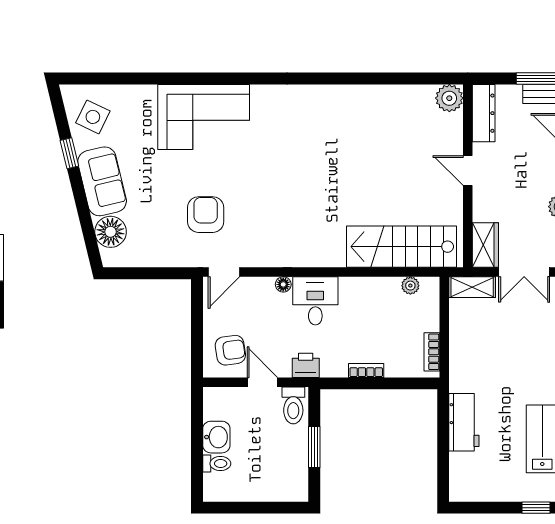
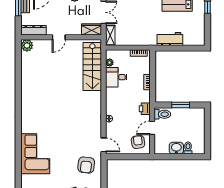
armchair: (206, 215) -> (86, 165), moved, turned -84
desk: (315, 301) -> (116, 77), moved

